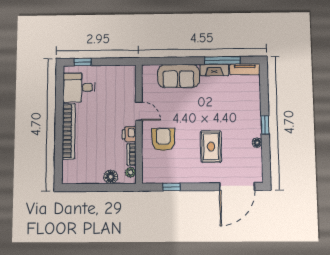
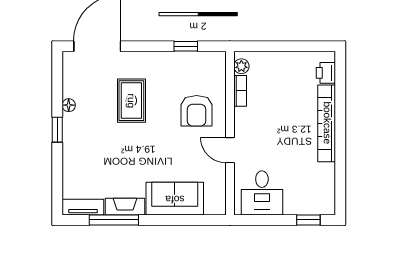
desk: (79, 87) -> (262, 193), moved, turned 90
printer: (129, 134) -> (326, 73), moved, turned 180
floor lamp: (111, 177) -> (268, 60), removed

